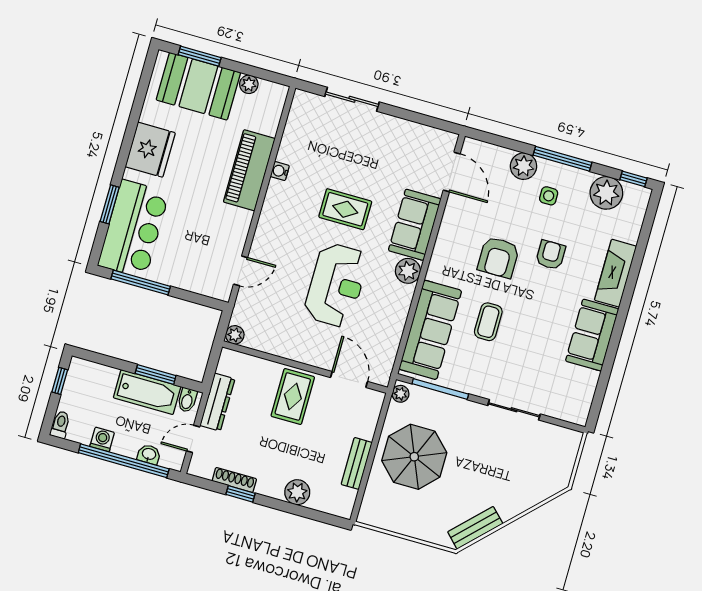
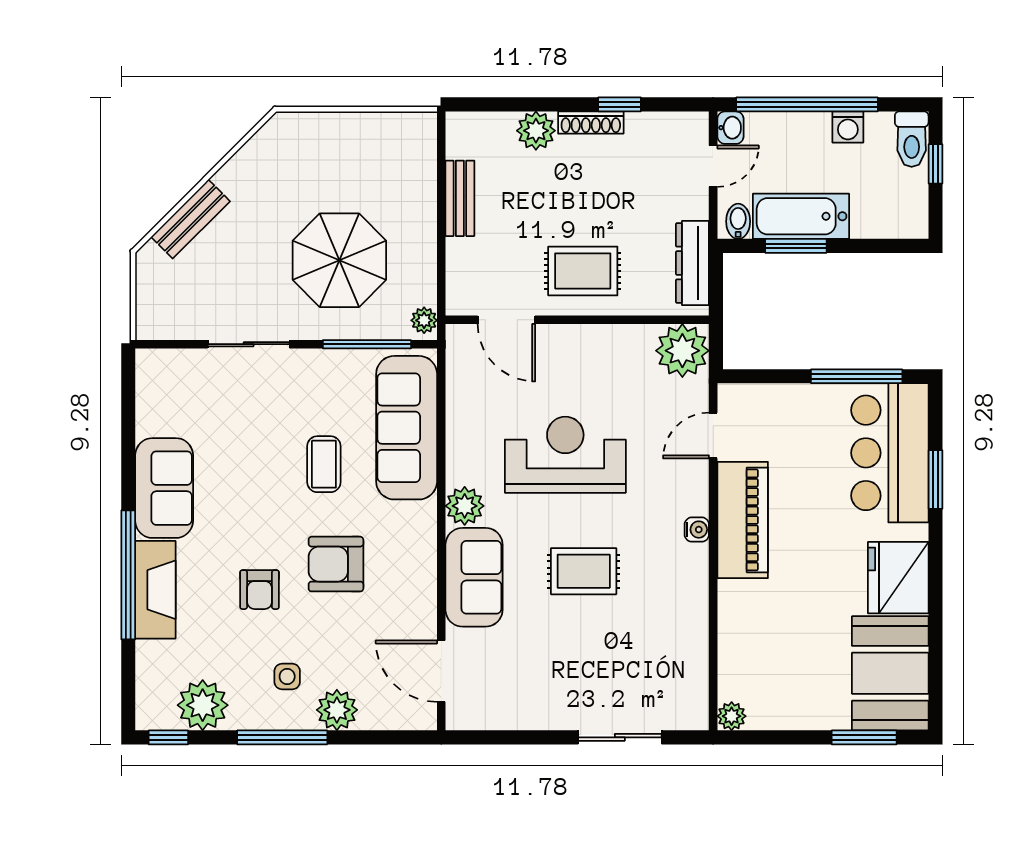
plant: (249, 84) -> (732, 716), moved
booth: (198, 86) -> (890, 673), moved, turned 90
piano: (249, 170) -> (743, 520), moved
water cooler: (280, 171) -> (697, 530), moved
armchair: (498, 257) -> (336, 564), turned -90
reception desk: (336, 285) -> (565, 455), turned 90
window: (630, 287) -> (128, 575), added
plant: (235, 335) -> (682, 351), width x1.87, depth x1.87
window: (60, 381) -> (936, 164), moved
rug: (293, 397) -> (583, 271), turned 90
dresser: (217, 402) -> (692, 263), moved
toilet: (60, 425) -> (912, 139), width x1.37, depth x1.39
washbasin: (149, 454) -> (730, 128), moved, turned -90
parasol: (414, 457) -> (339, 260), moved
shoe rack: (234, 480) -> (591, 123), moved
bench: (475, 528) -> (190, 219), moved

